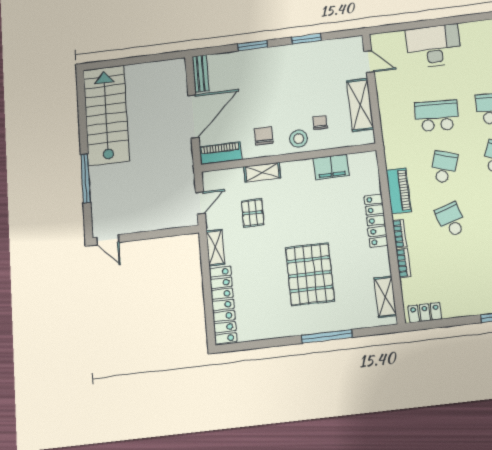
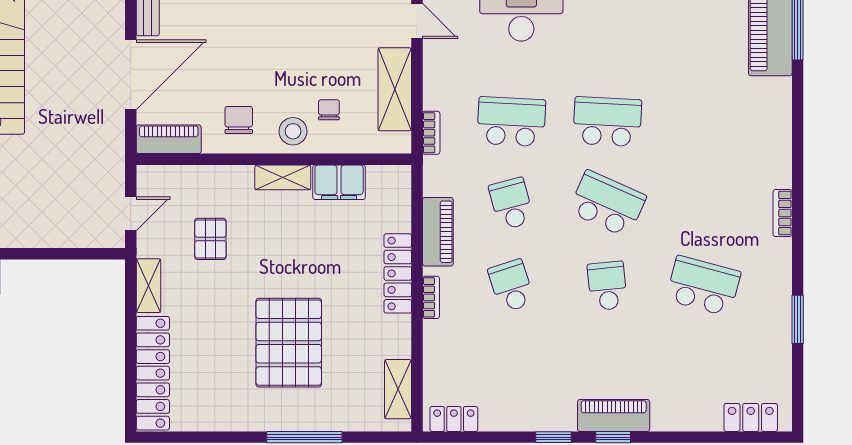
school desk: (444, 167) -> (511, 204), turned -33
shelving: (262, 172) -> (283, 177), moved
bookcase: (403, 263) -> (431, 133), moved

